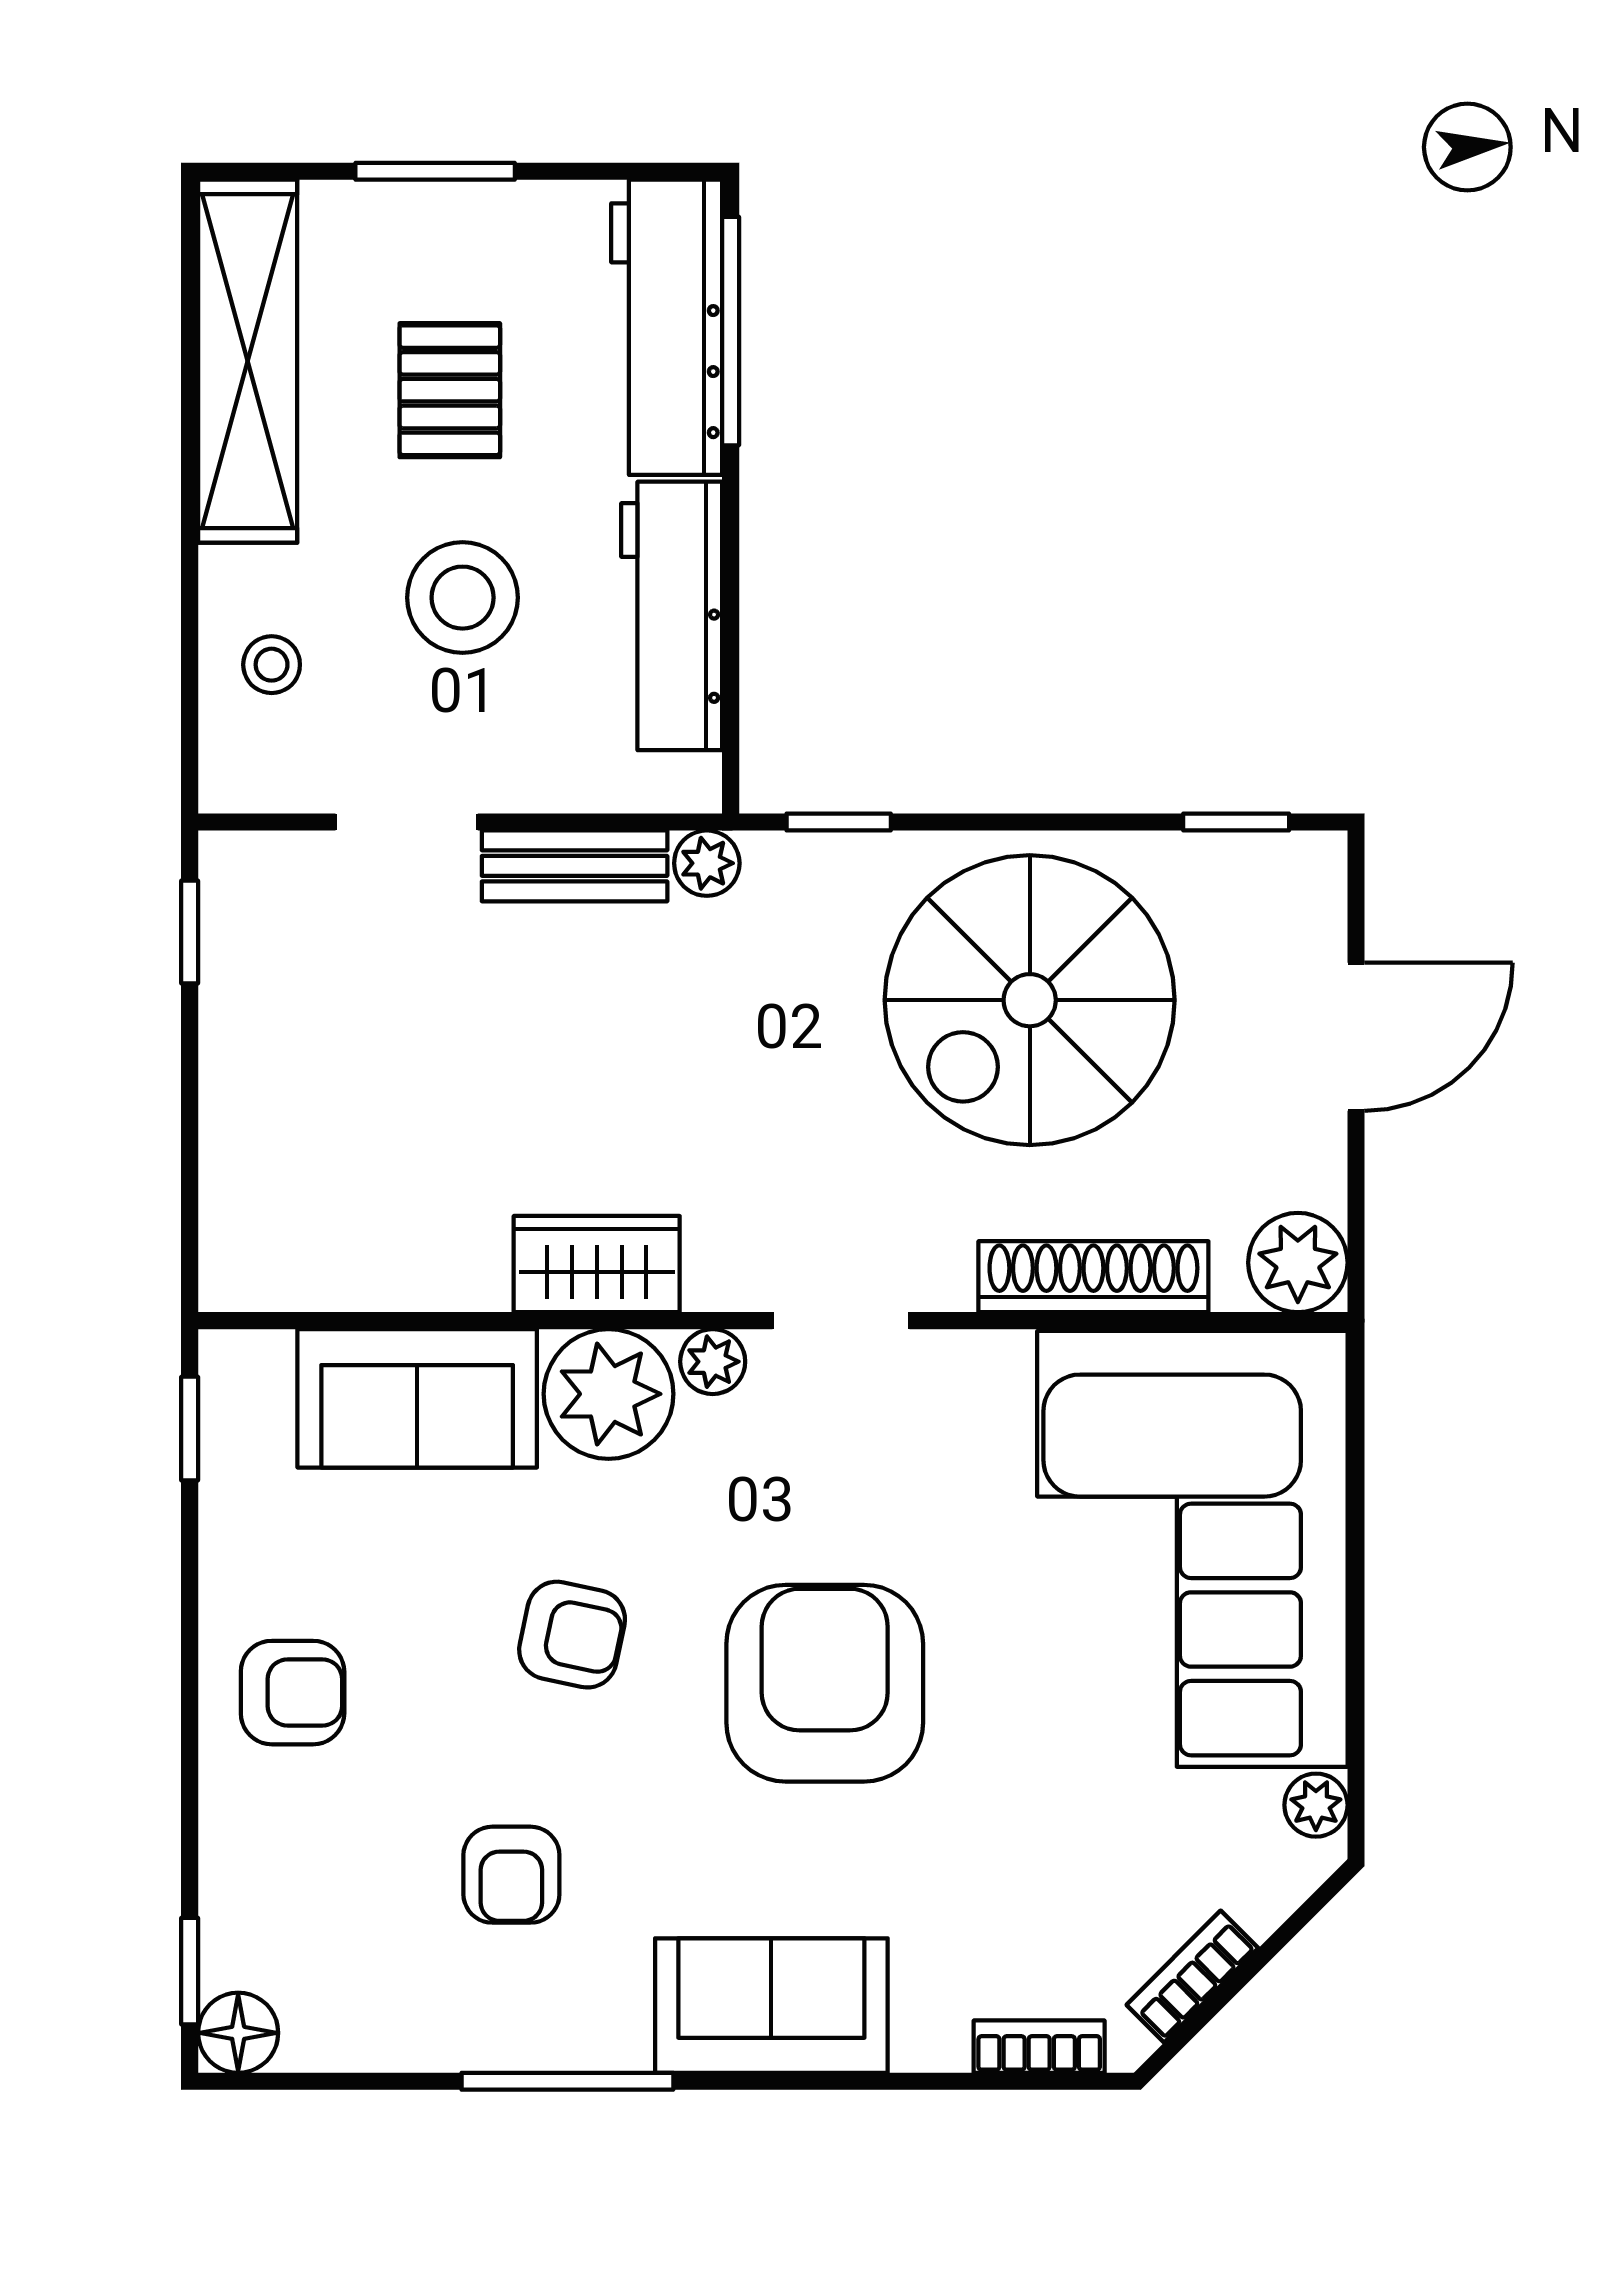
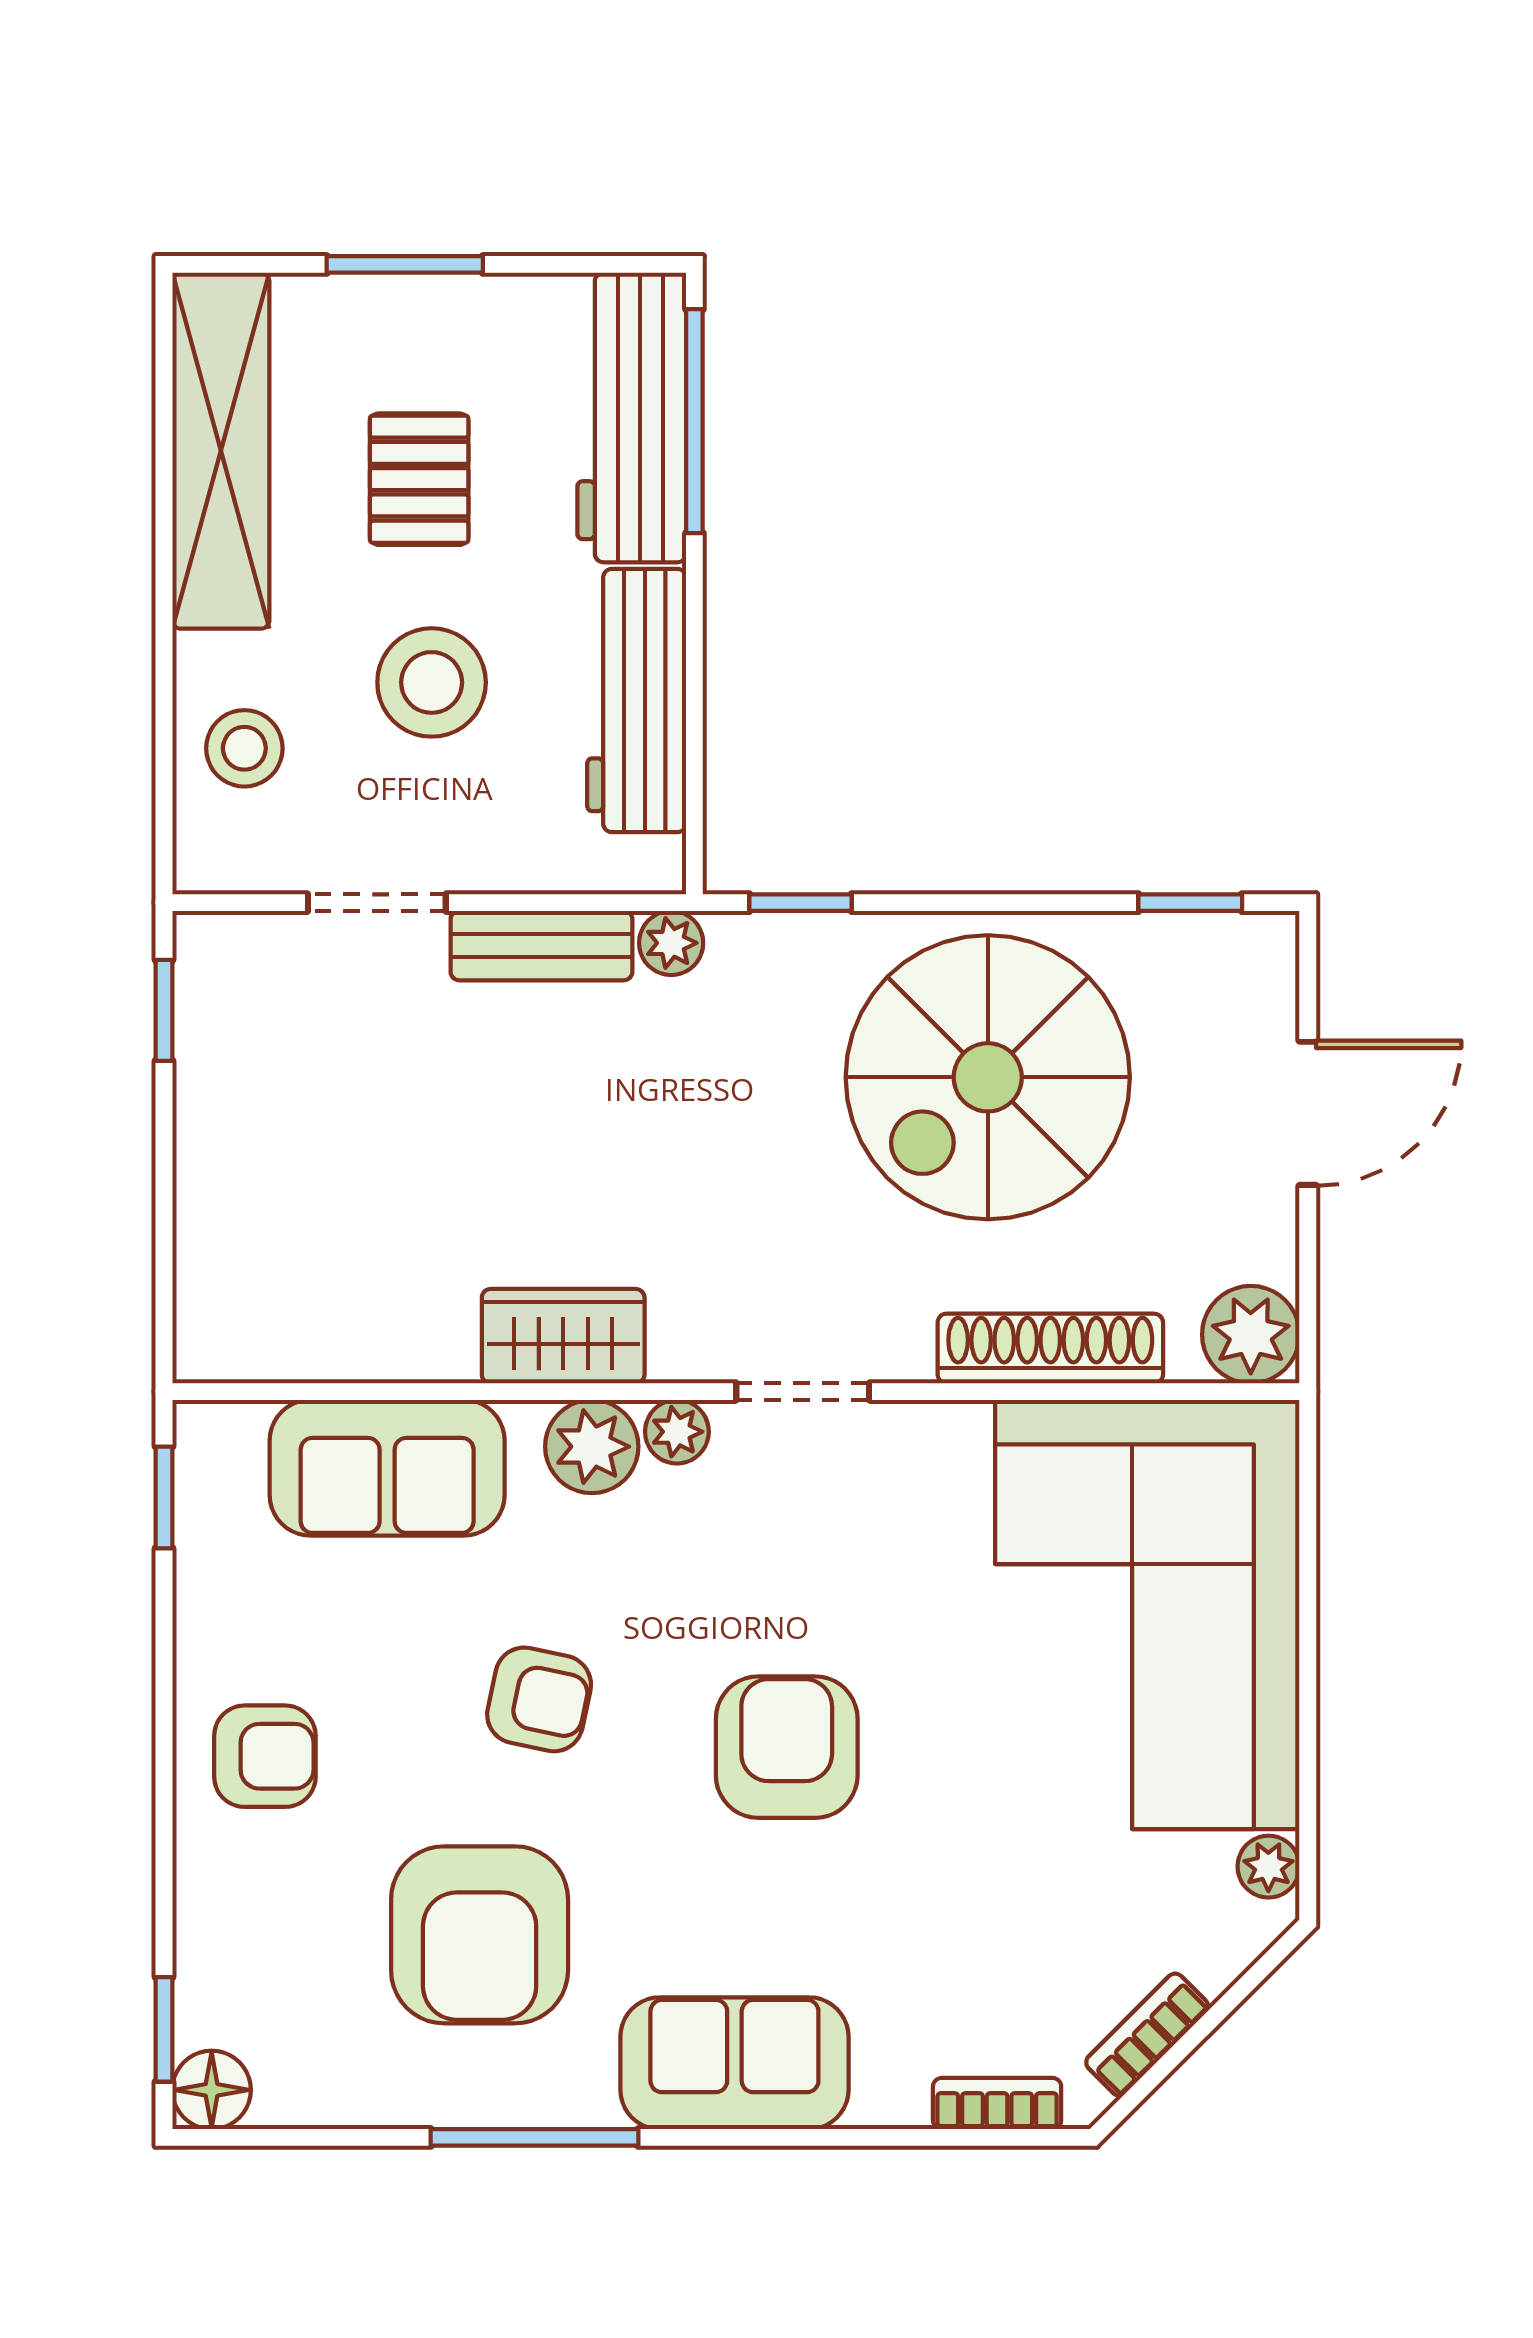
stool: (272, 665) -> (244, 748), width x1.37, depth x1.37
plant: (609, 1394) -> (592, 1447), width x0.73, depth x0.73
armchair: (825, 1683) -> (787, 1747), width x0.73, depth x0.73
armchair: (511, 1875) -> (480, 1935), width x1.88, depth x1.88

